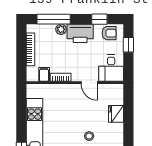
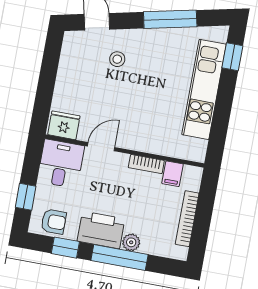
window: (54, 19) -> (119, 257), moved
armchair: (109, 33) -> (54, 222), turned 180
door: (89, 83) -> (101, 147), hinge flipped
fridge: (116, 114) -> (64, 125), moved, turned -90

